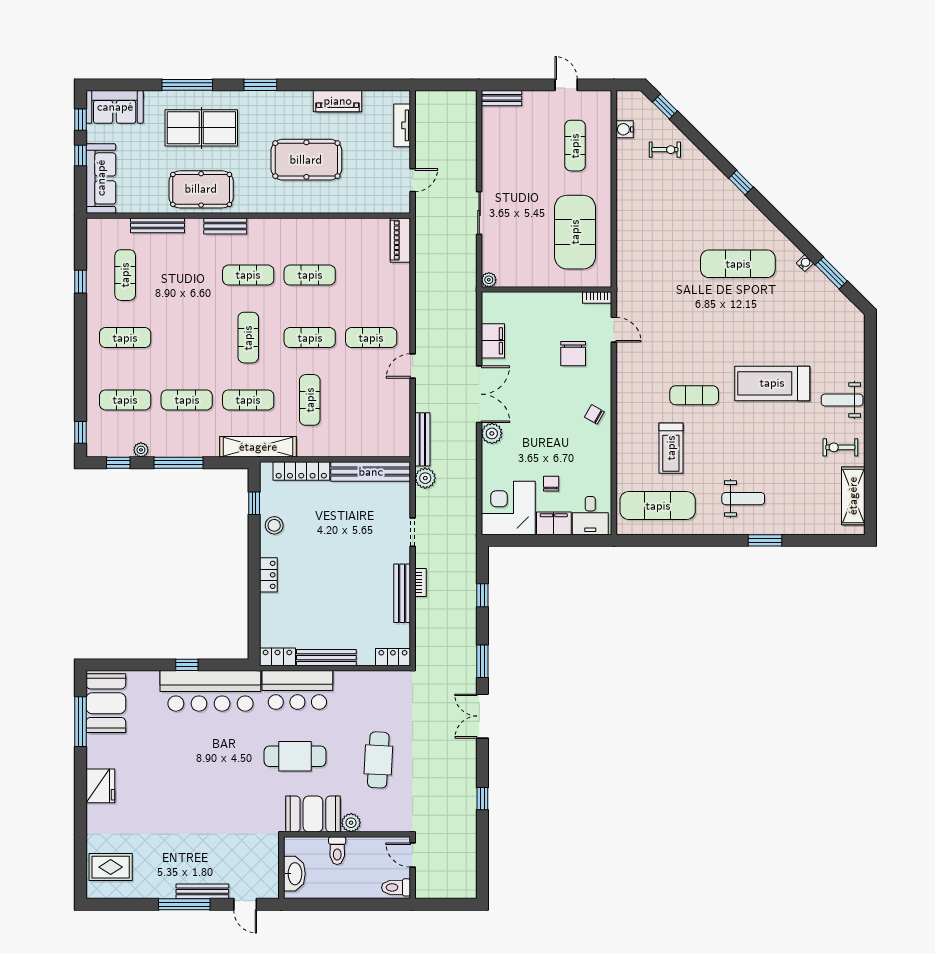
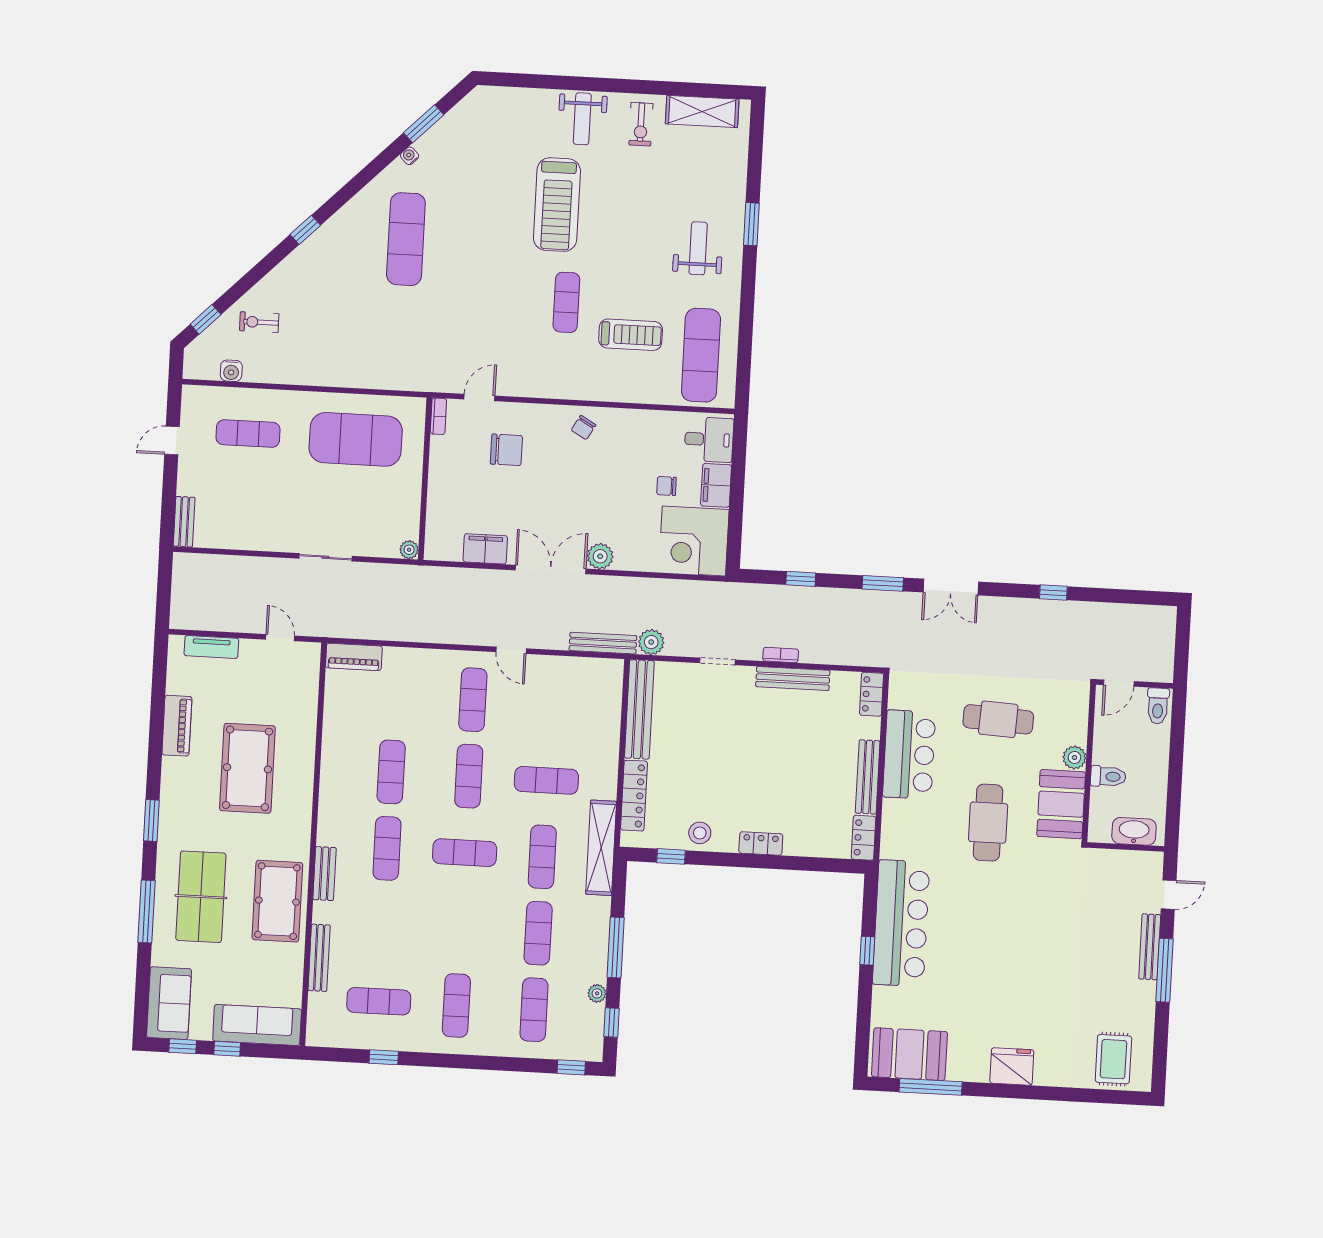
exercise bike: (665, 150) -> (259, 322), turned -90
bar counter: (297, 690) -> (909, 755), moved

